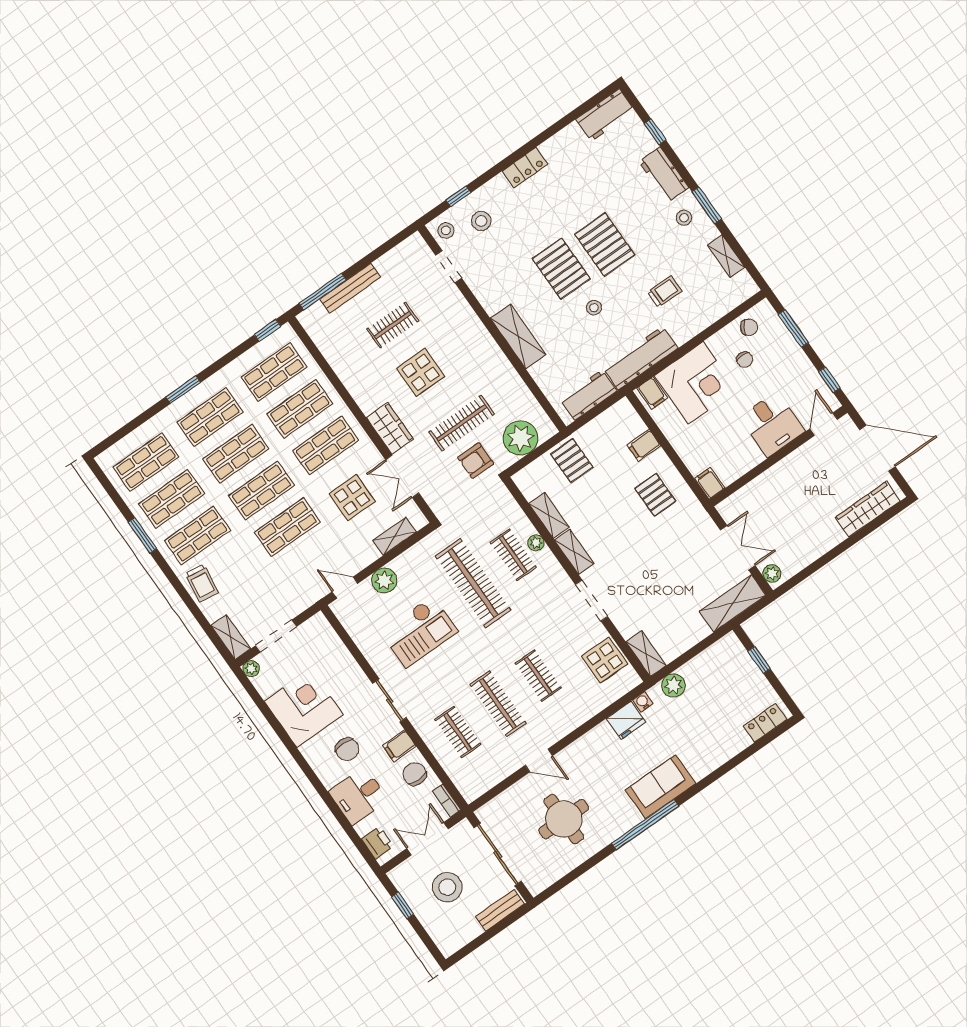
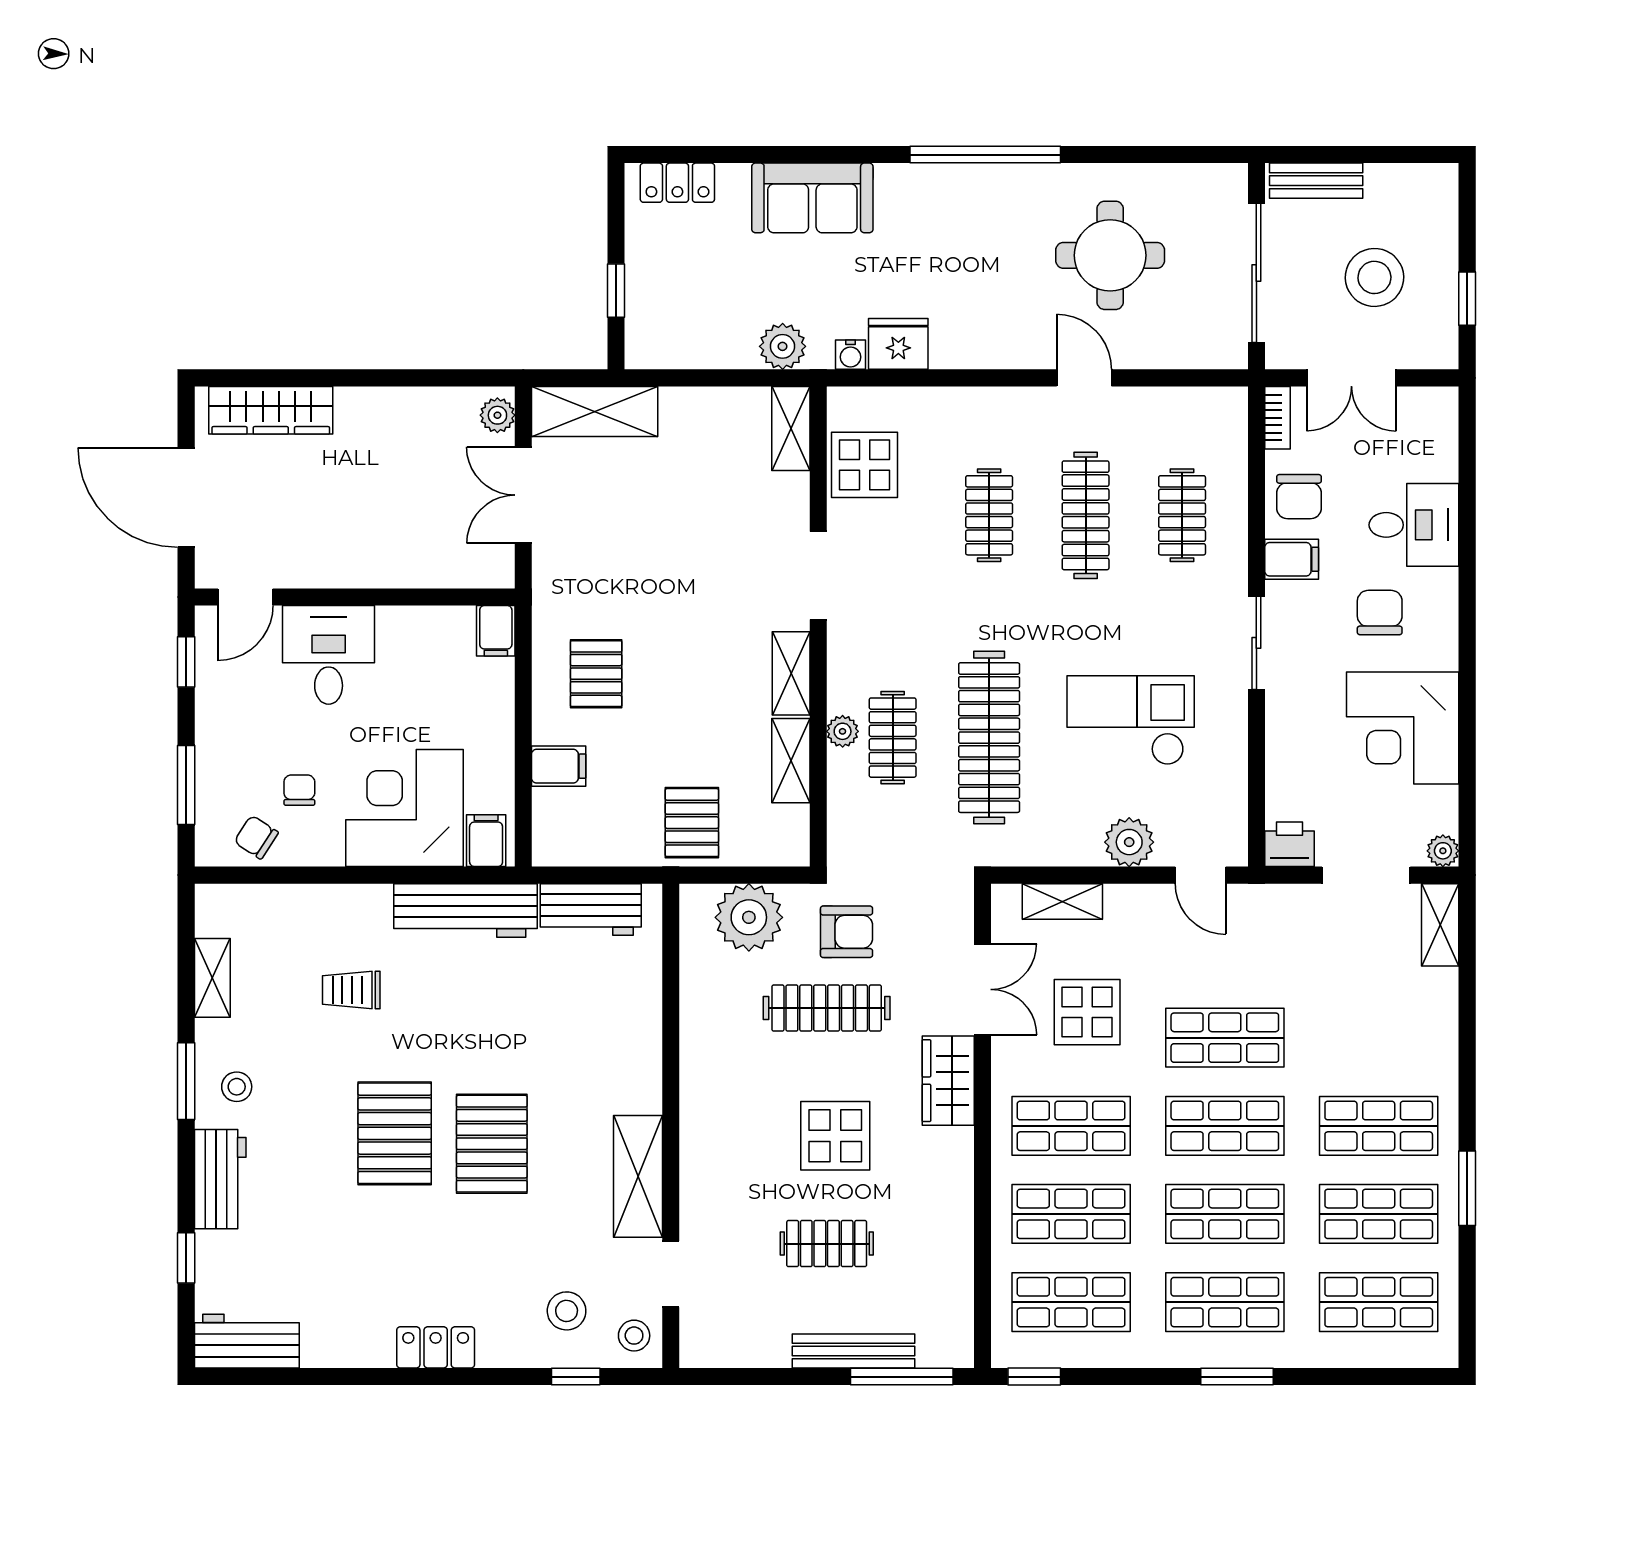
stool: (594, 308) -> (483, 1044), removed
shelving: (518, 336) -> (638, 1176), moved
trolley: (202, 583) -> (1426, 1044), removed
sofa: (660, 787) -> (812, 198), moved
printer: (377, 843) -> (1290, 844), moved, turned 90

